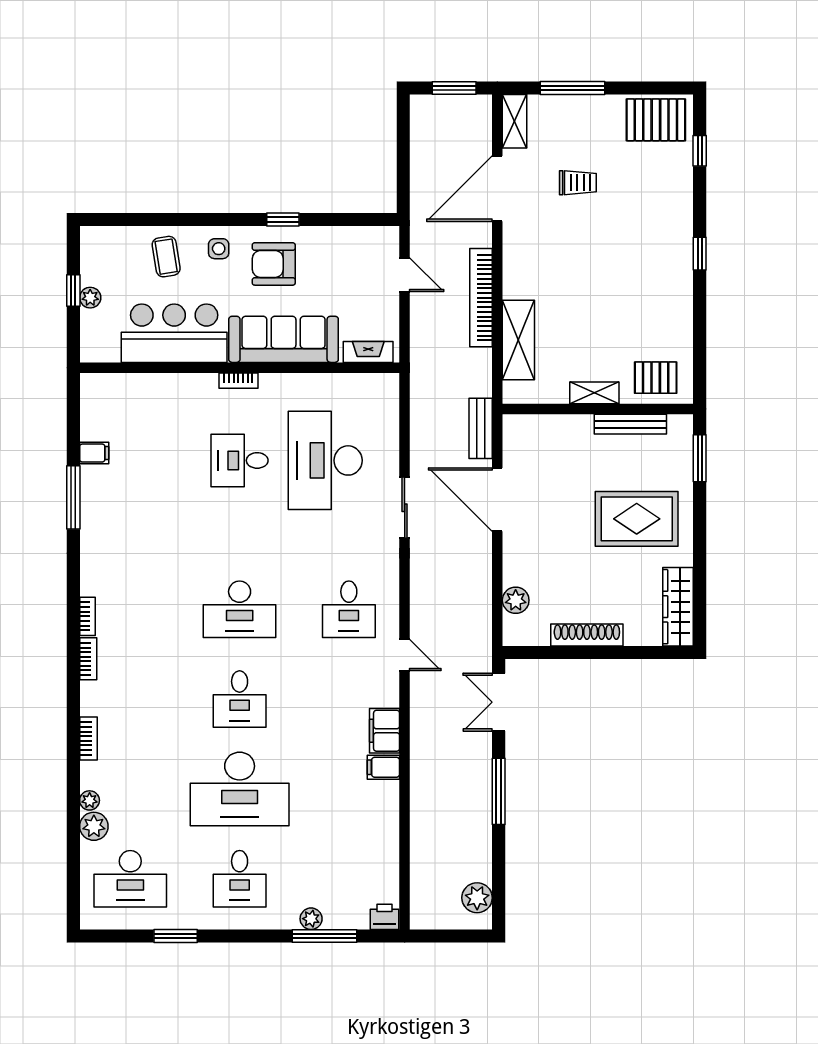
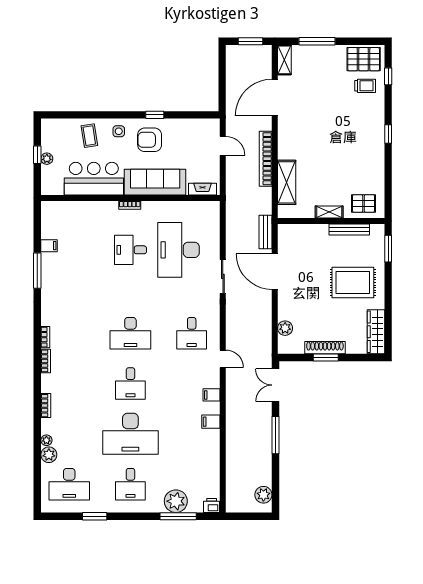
trolley: (578, 183) -> (365, 86), moved
window: (588, 652) -> (326, 357), added
filing cabinet: (384, 731) -> (212, 395), width x0.50
plant: (311, 919) -> (176, 501), width x1.88, depth x1.88

